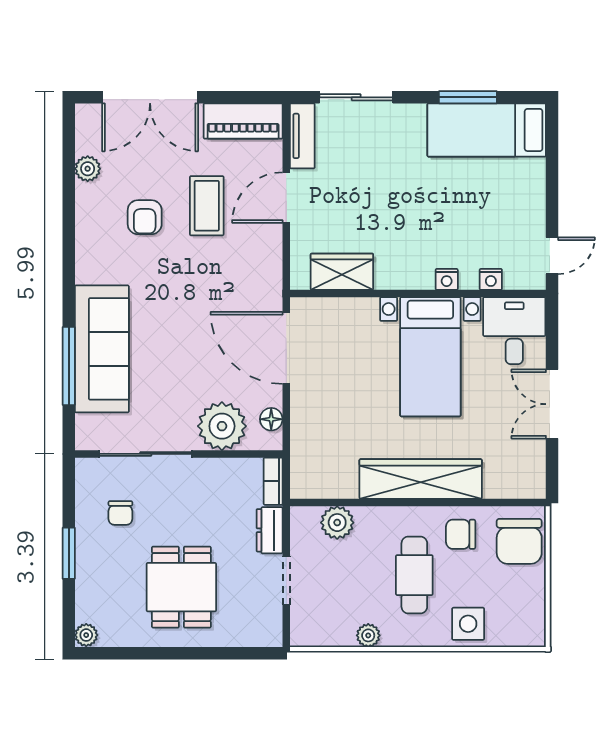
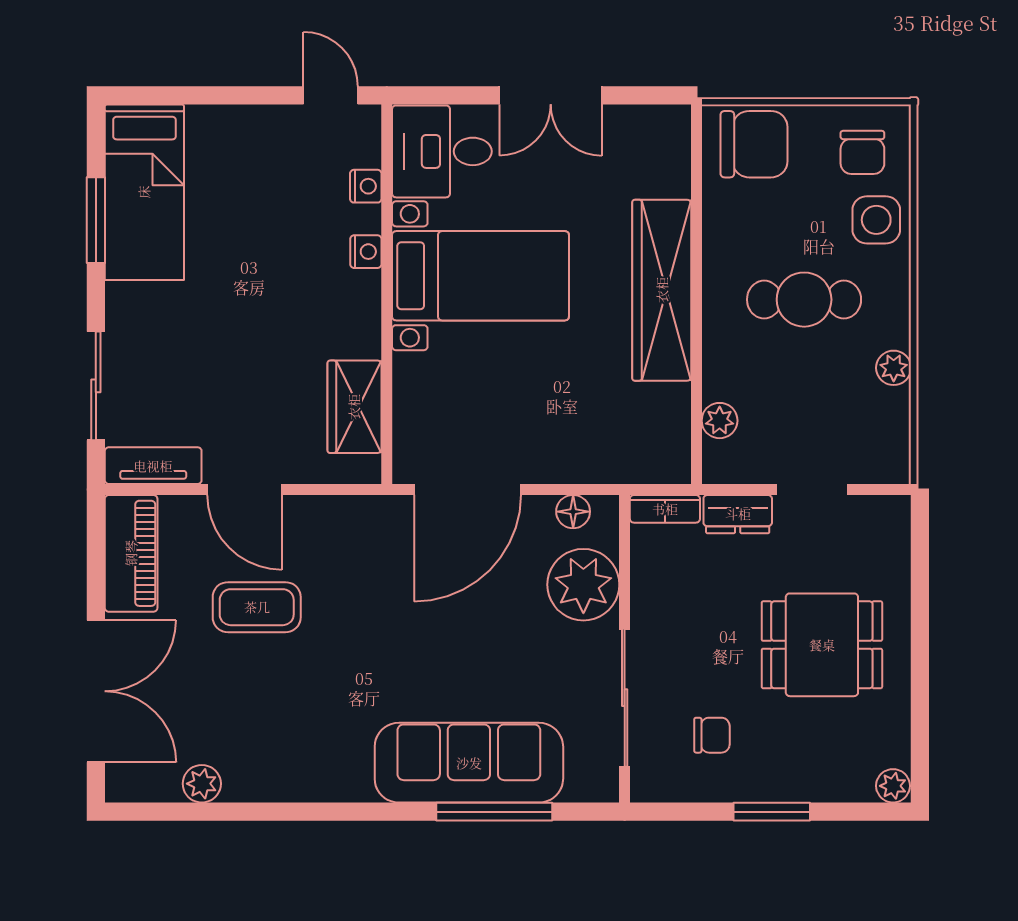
armchair: (145, 217) -> (274, 699), removed
plant: (337, 523) -> (720, 421), width x0.73, depth x0.73
chair: (461, 534) -> (862, 152), moved

